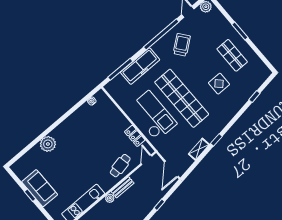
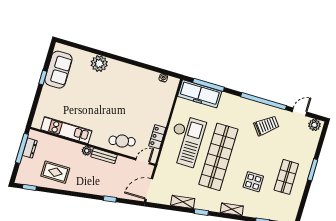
freezer: (140, 66) -> (200, 94), moved
shelving: (230, 115) -> (232, 209), added
sofa: (40, 188) -> (58, 70), moved

